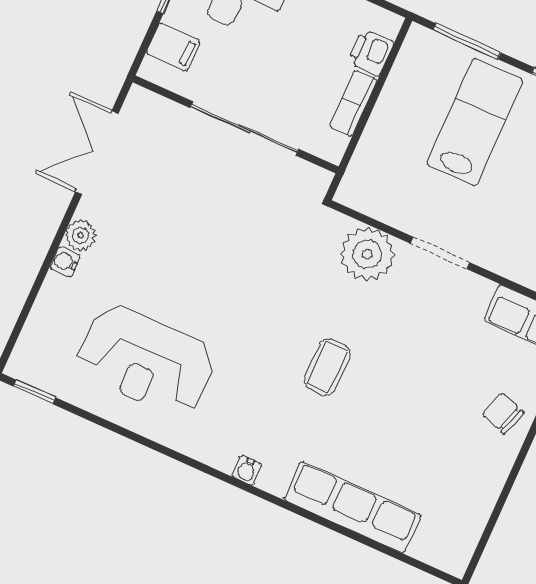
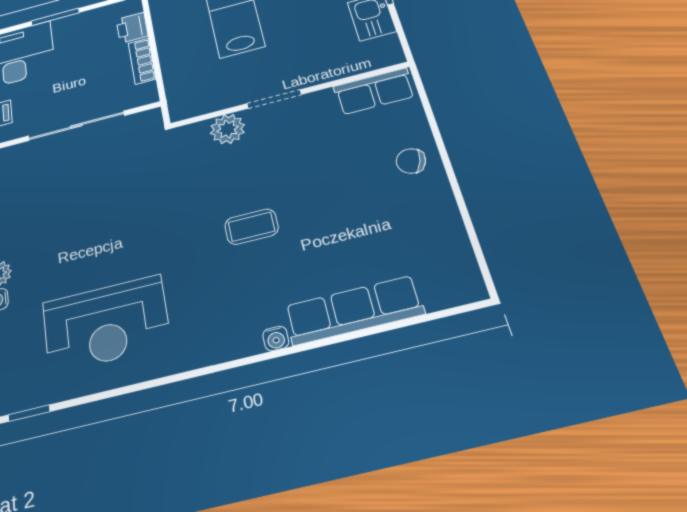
plant: (367, 254) -> (227, 129), width x0.73, depth x0.73
coffee table: (327, 367) -> (251, 227), turned 90
water cooler: (247, 470) -> (276, 338), moved

